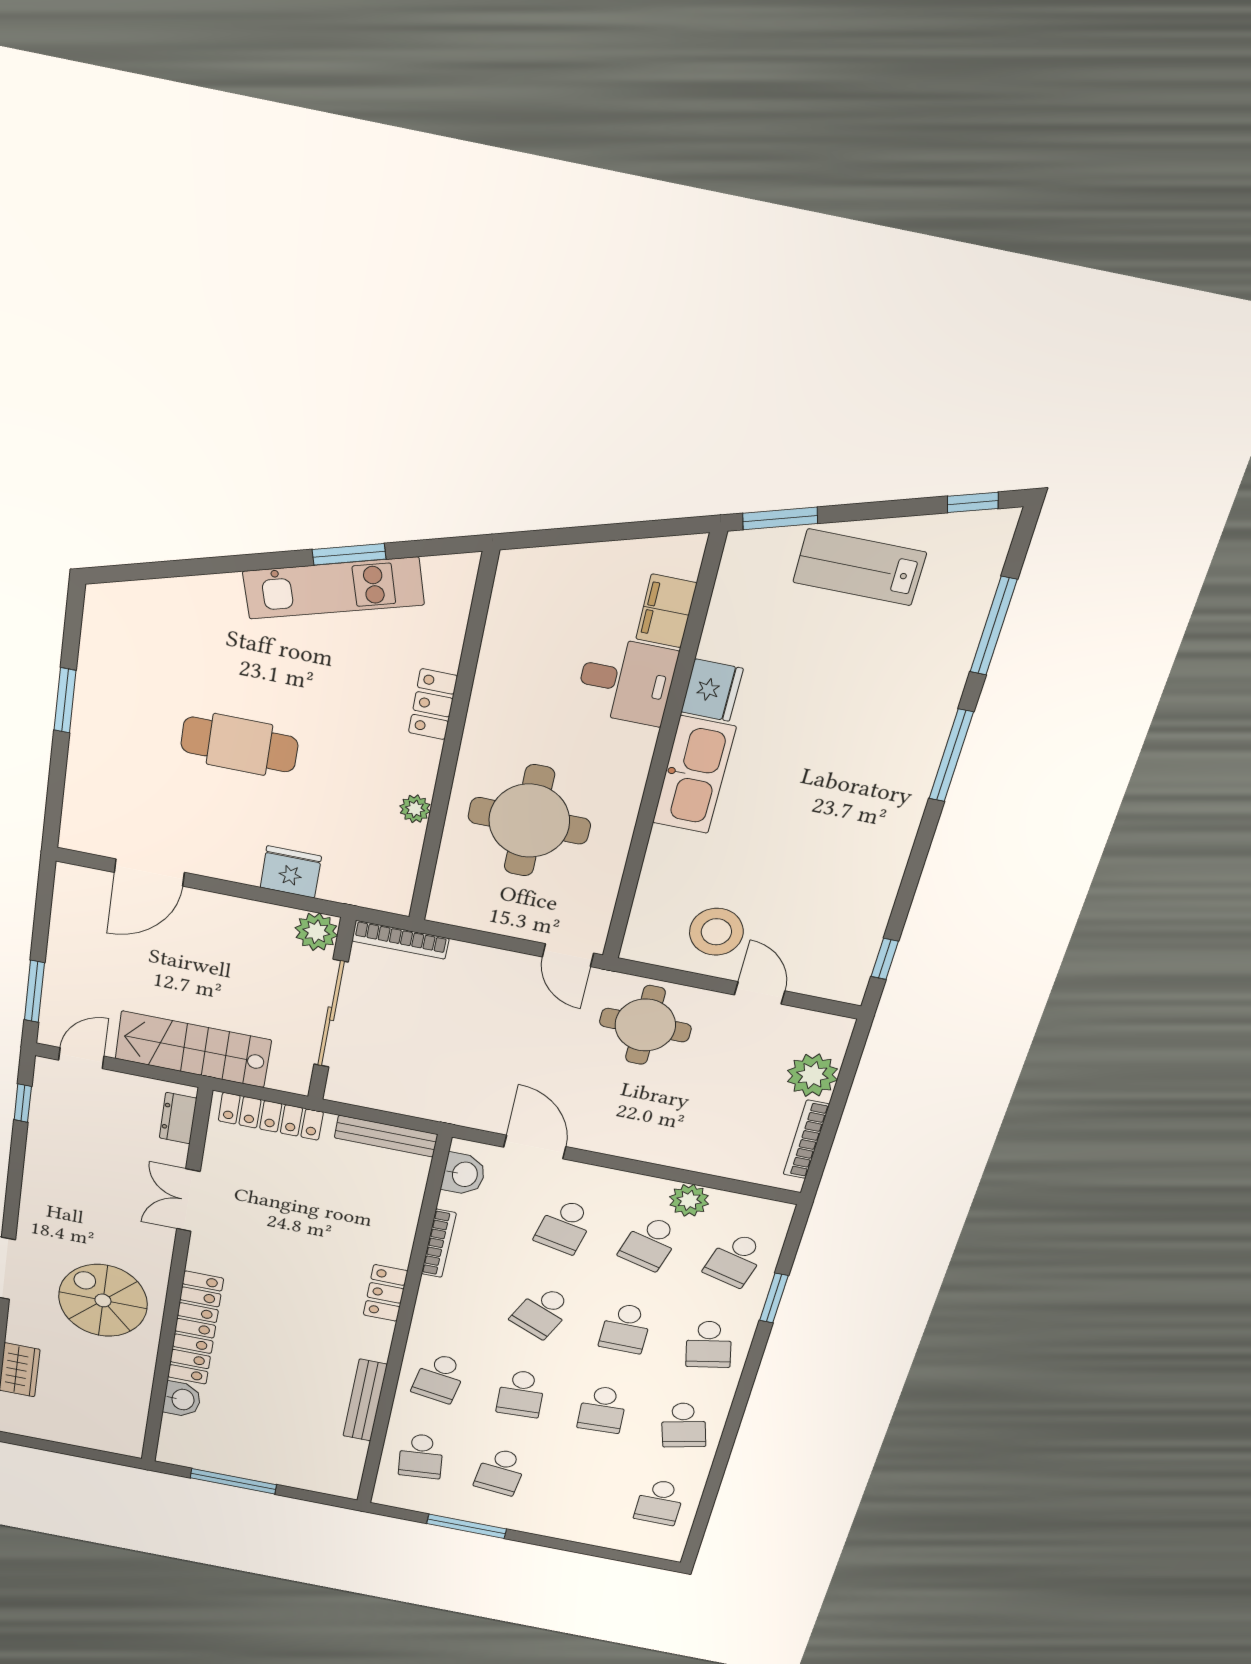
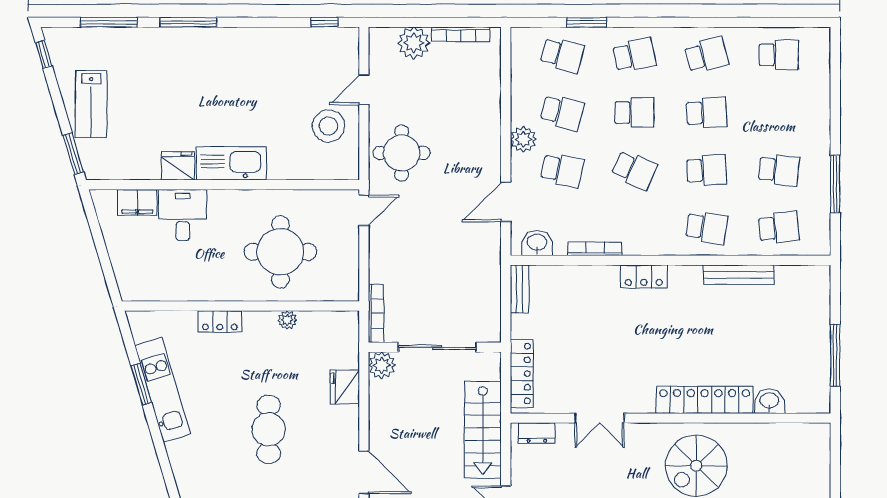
bench: (386, 1136) -> (519, 289), width x0.73
plant: (689, 1200) -> (523, 139), moved

